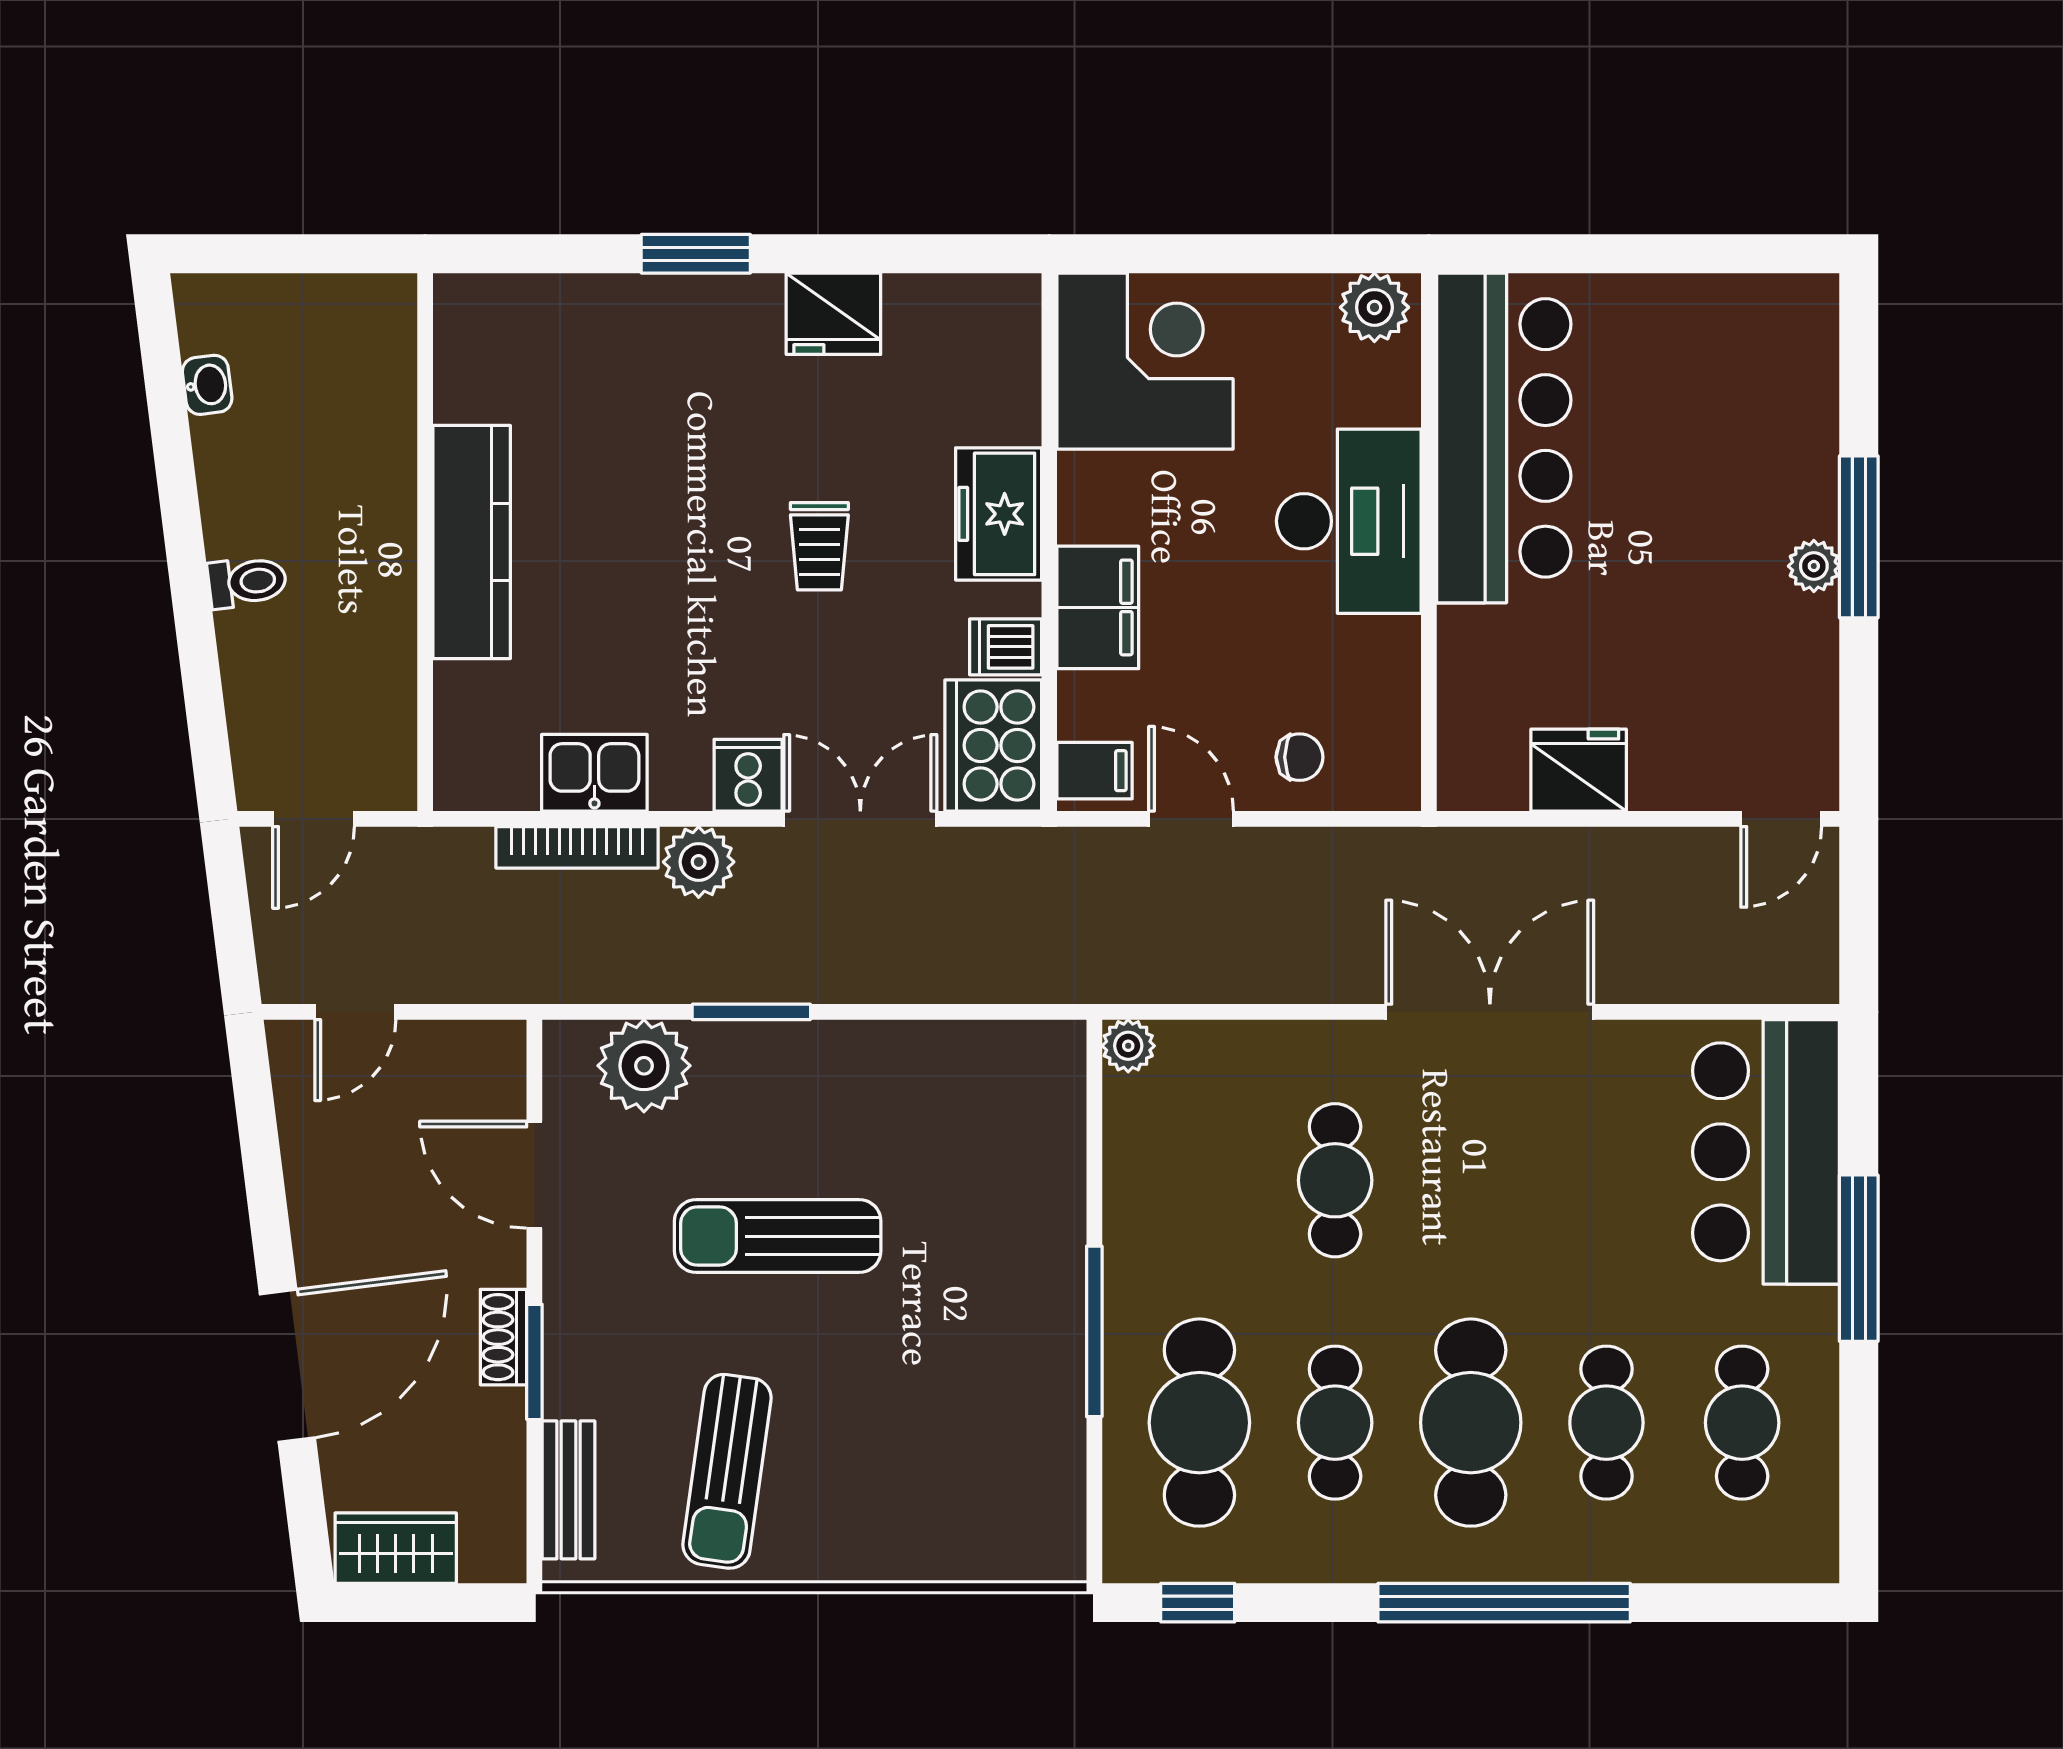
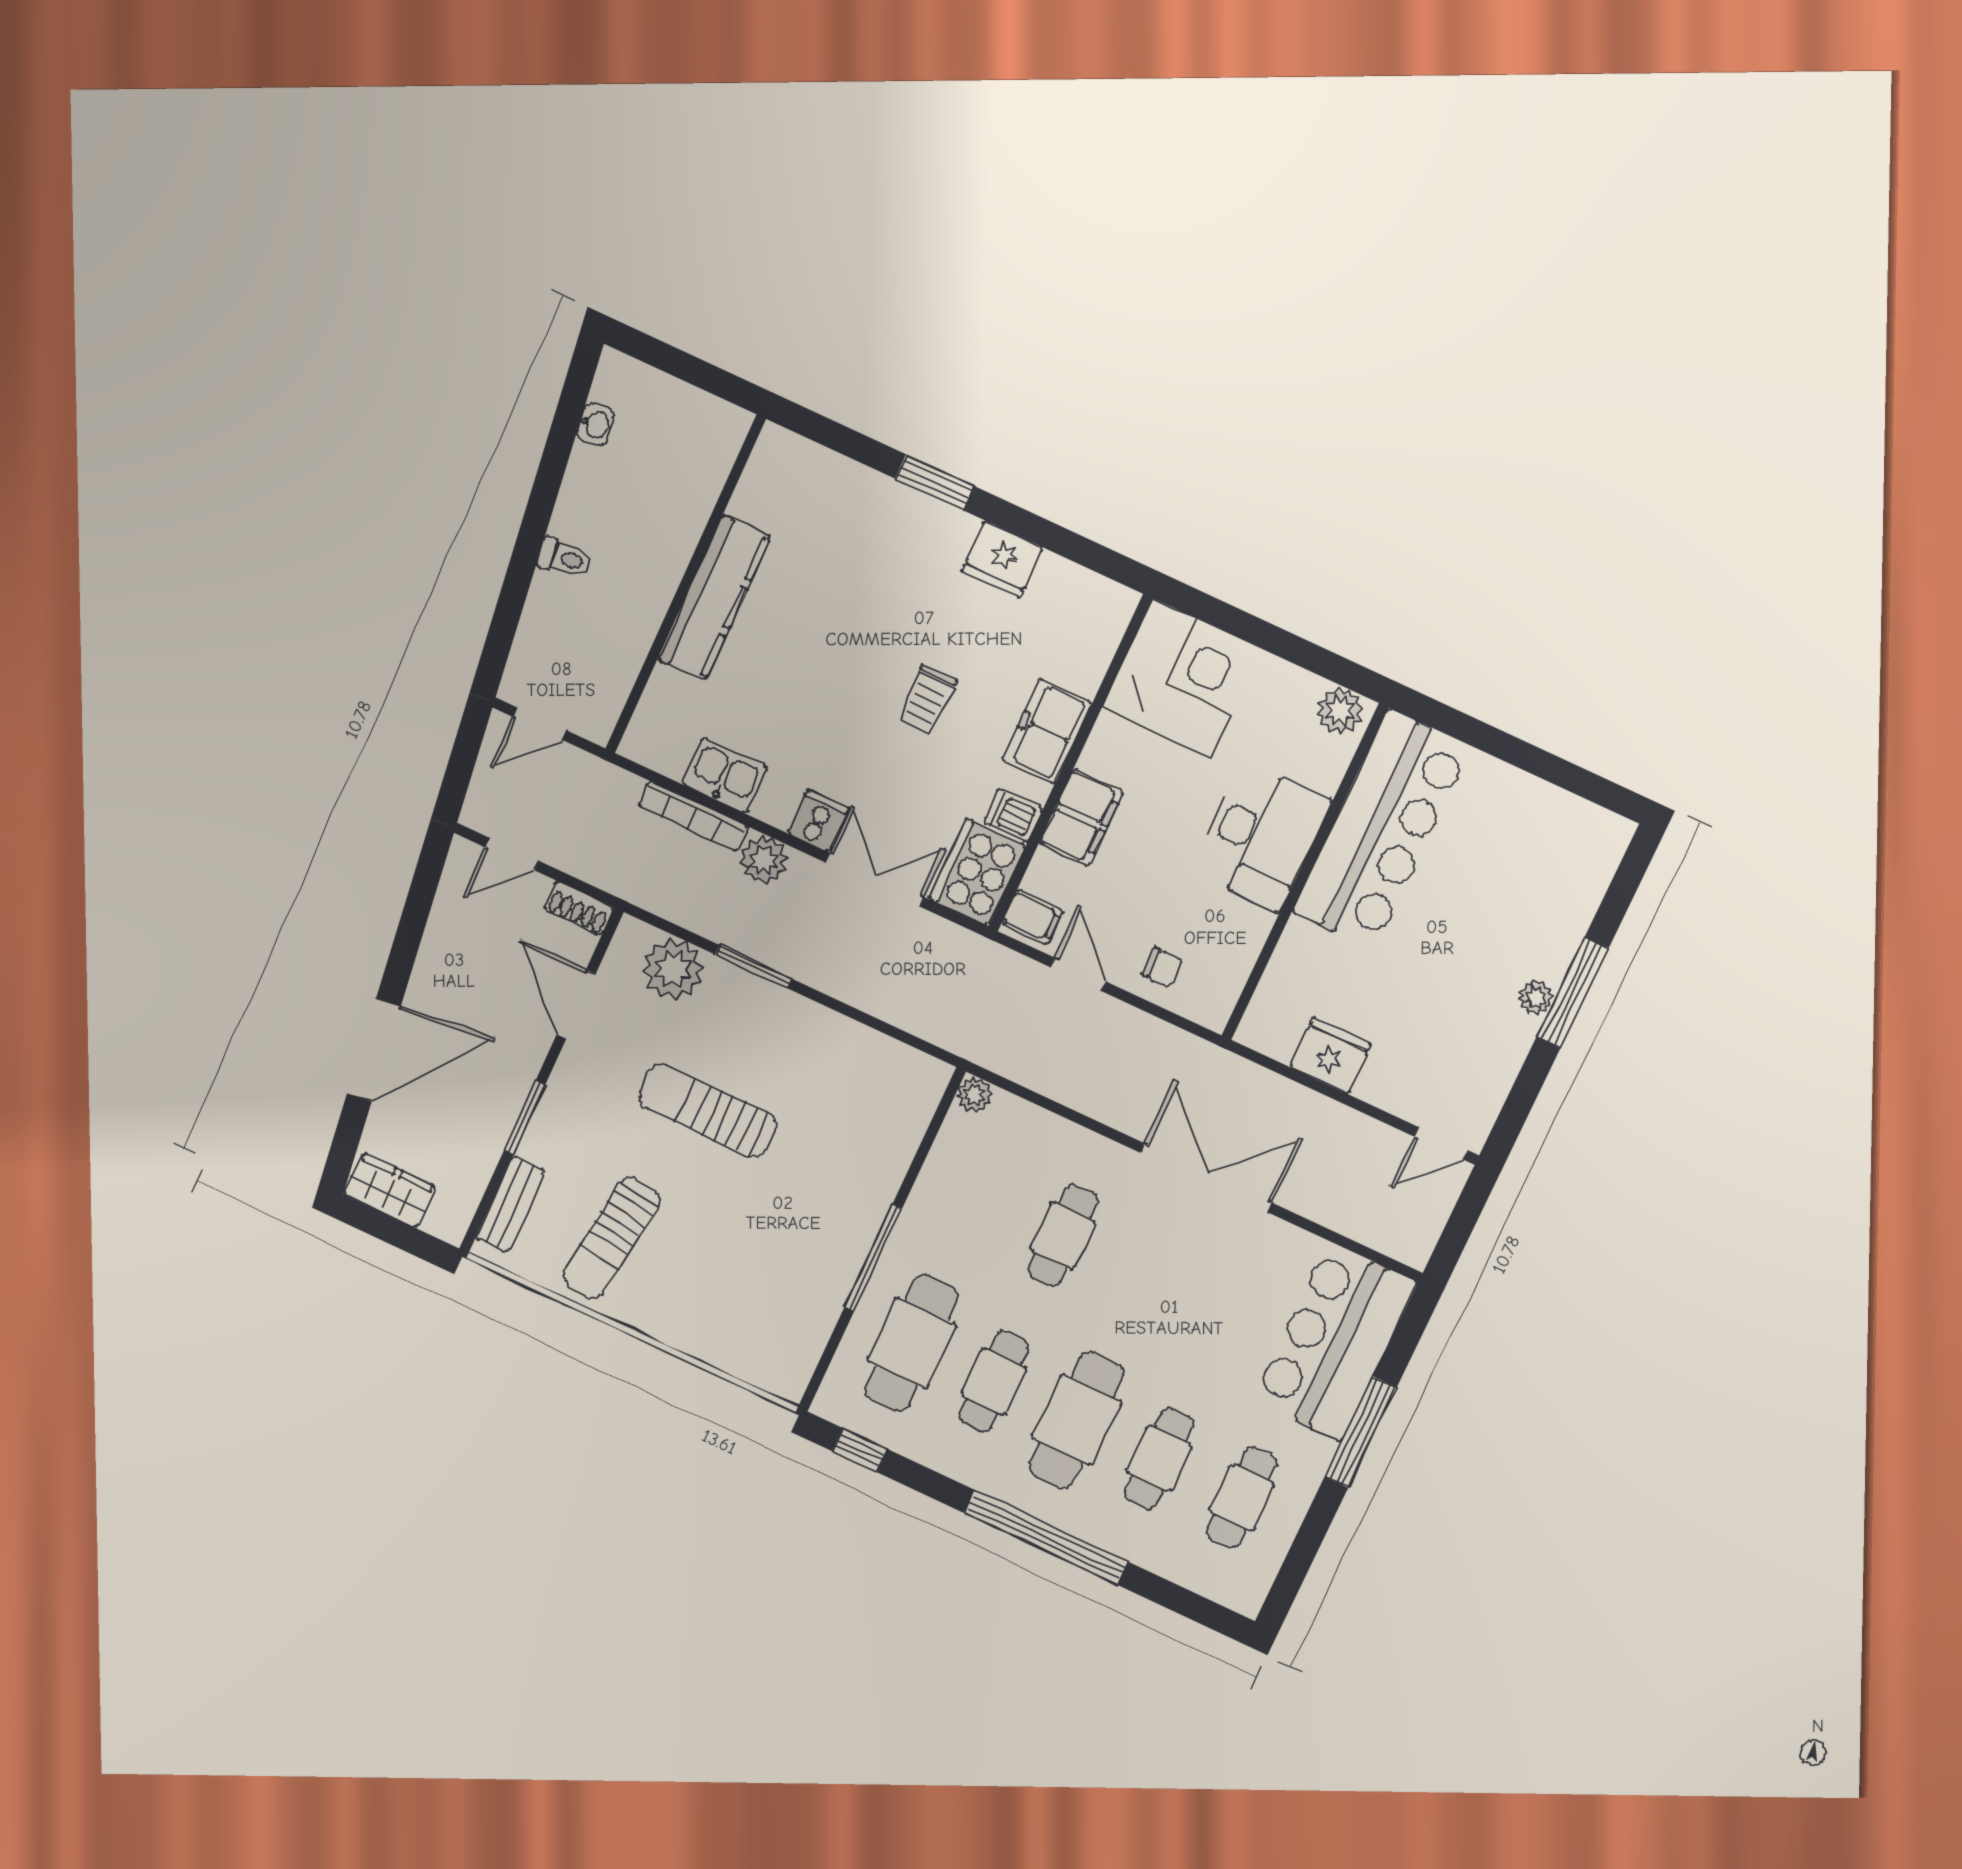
shoe rack: (504, 1337) -> (579, 908), moved, turned -90

